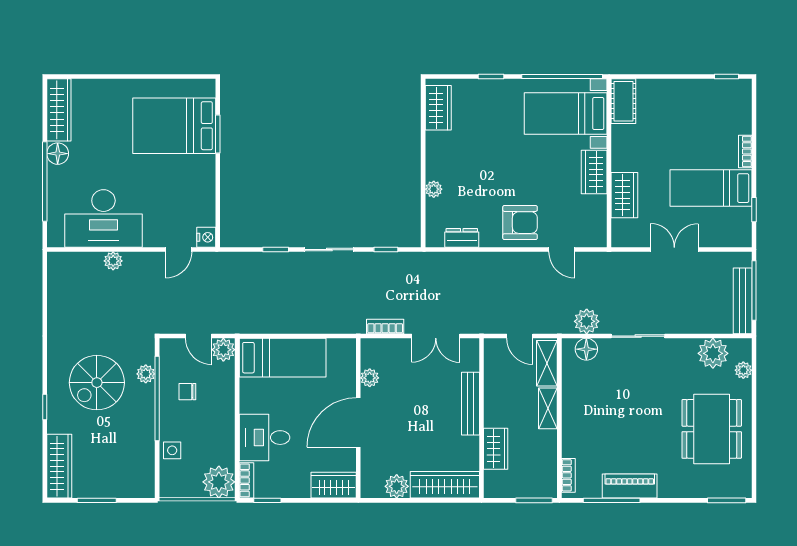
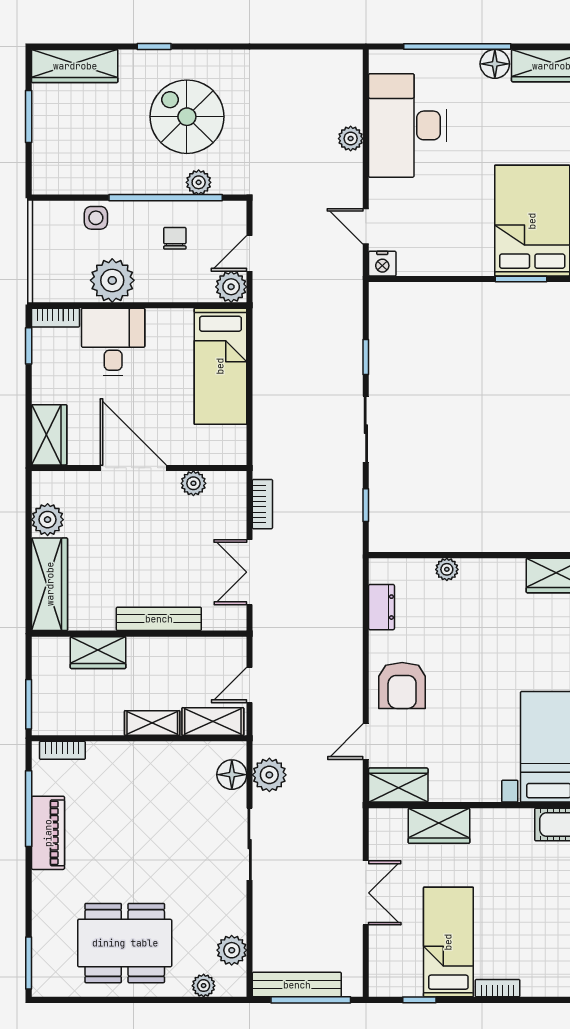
wardrobe: (594, 172) -> (398, 785), moved
plant: (713, 353) -> (232, 950), width x0.73, depth x0.73
plant: (219, 482) -> (112, 280), moved

